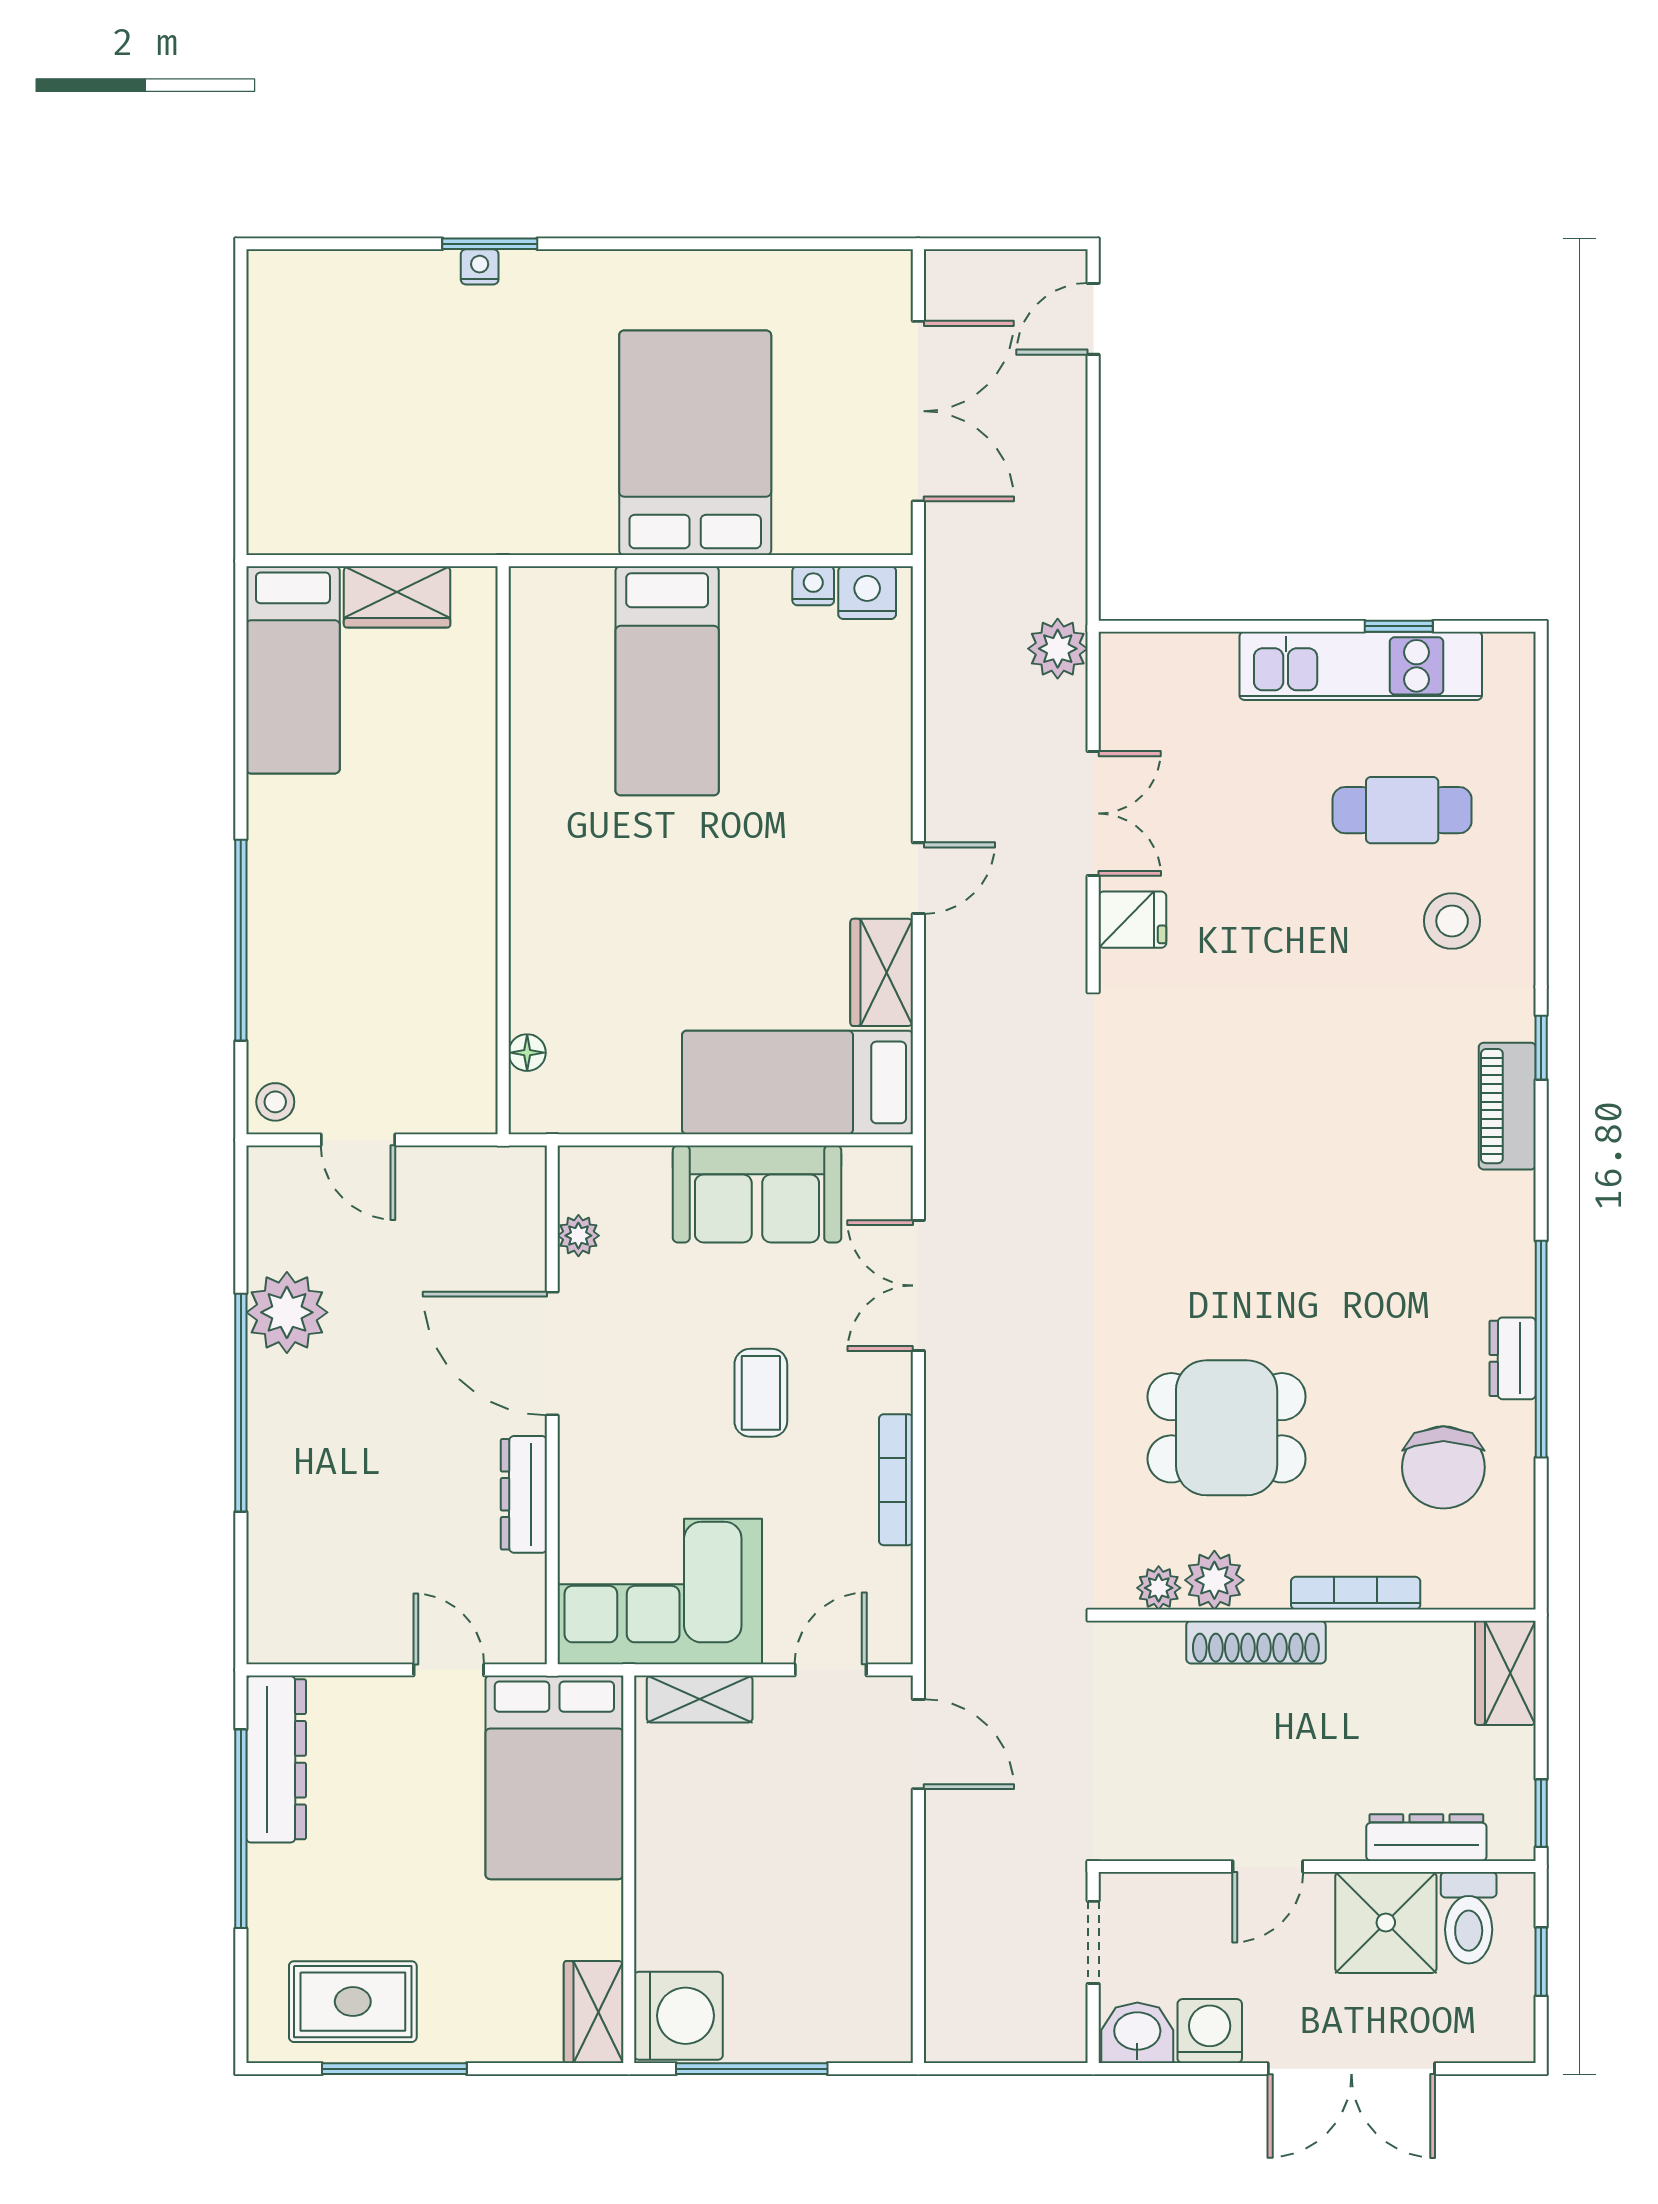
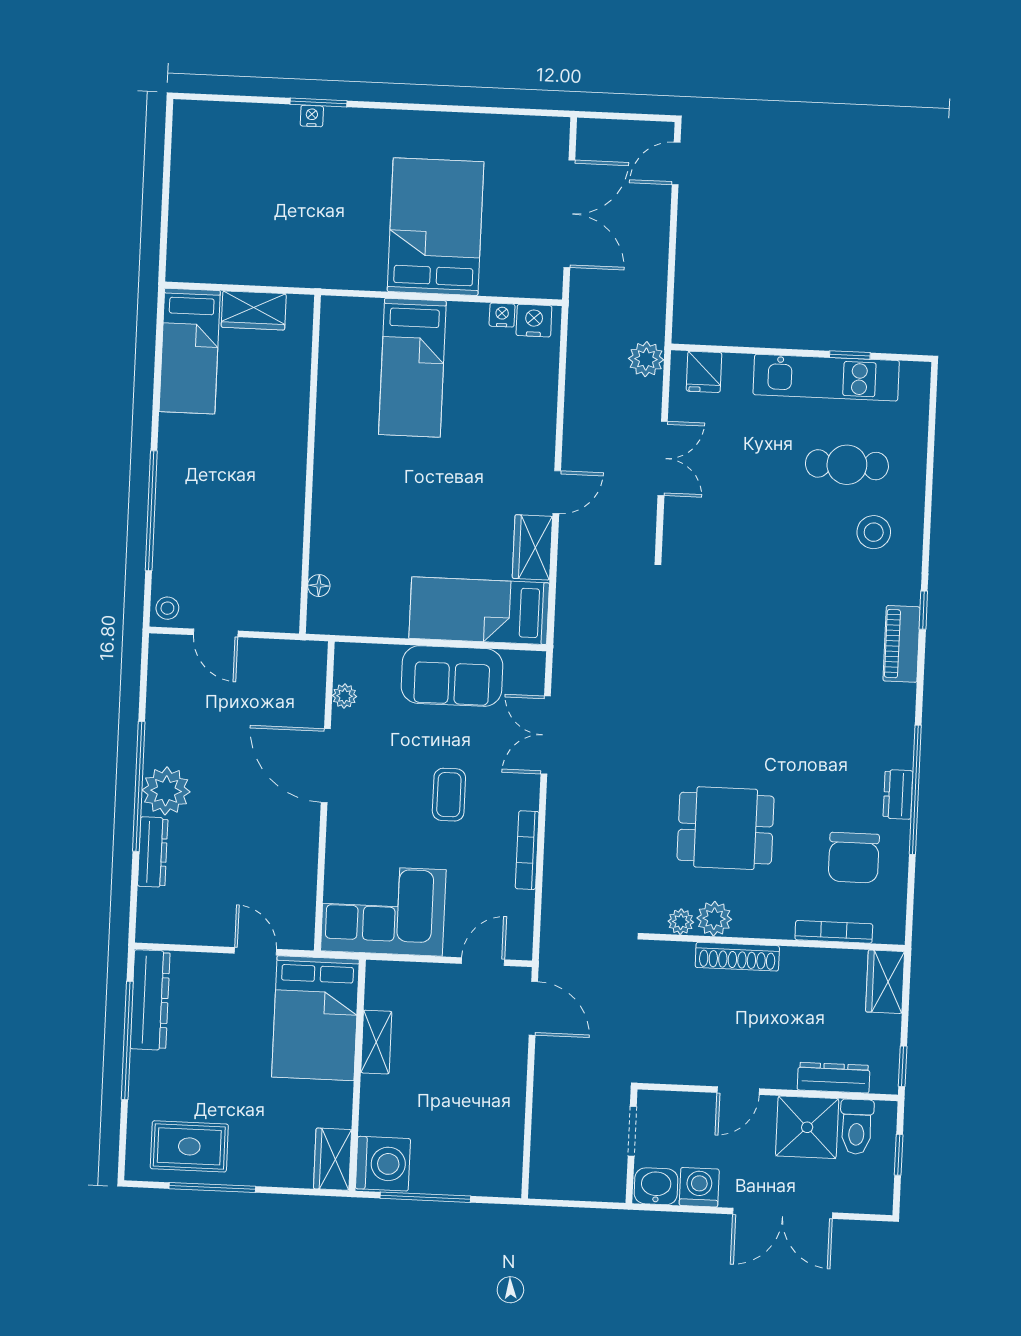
fridge: (1132, 920) -> (704, 372), moved, turned 90
plant: (287, 1312) -> (166, 791), moved
dresser: (524, 1494) -> (153, 852), moved, turned 180
bookcase: (1356, 1593) -> (834, 932), moved
shelving: (700, 1699) -> (376, 1042), moved, turned 90

